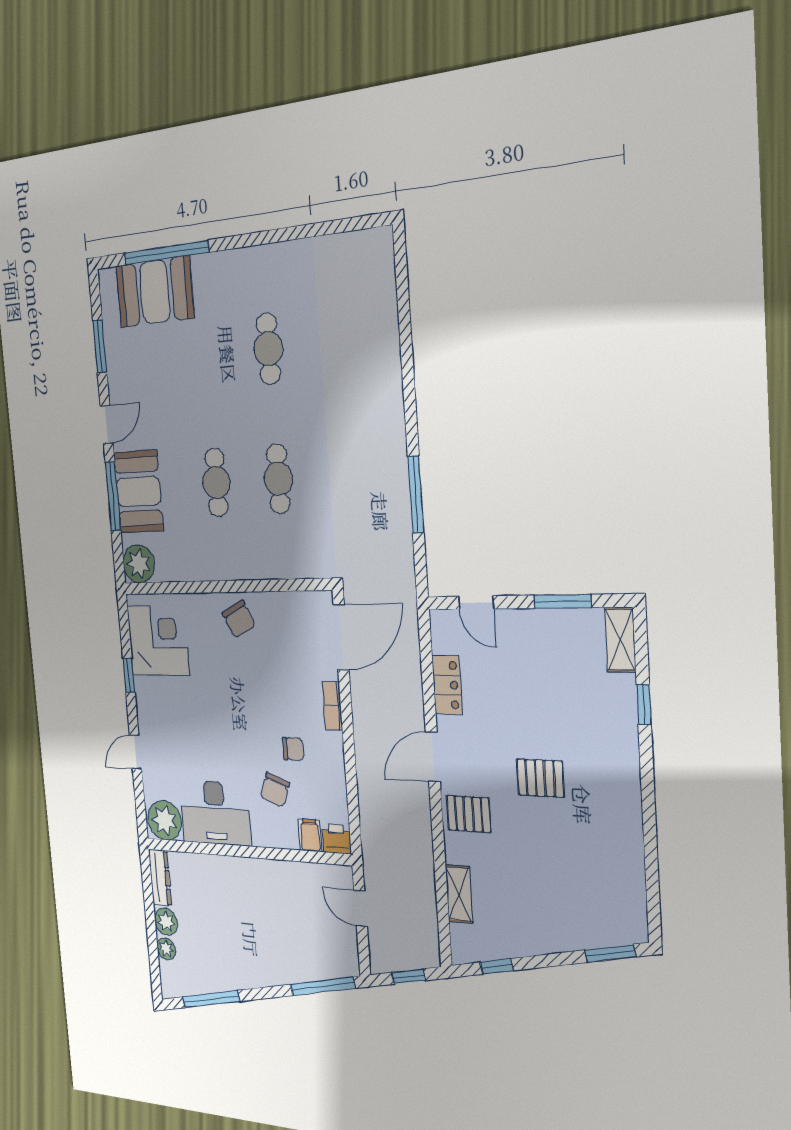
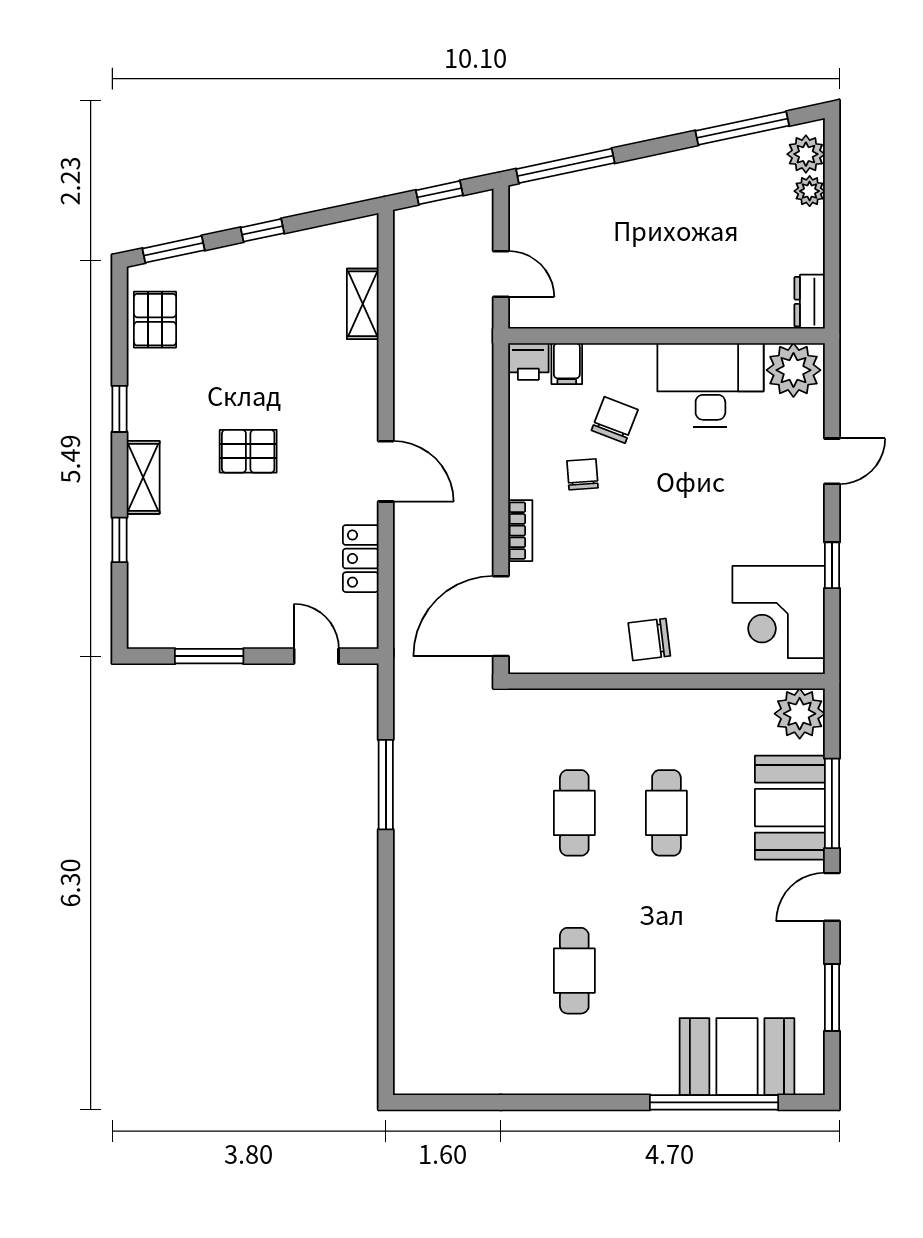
chair: (239, 619) -> (649, 639), turned -71
shelving: (620, 640) -> (143, 477), moved
chair: (293, 749) -> (582, 474), turned 86
door: (433, 757) -> (386, 471), hinge flipped
pallet: (469, 814) -> (155, 320), moved, turned 90
window: (649, 820) -> (119, 409), added
dresser: (160, 878) -> (810, 302), width x0.70
plant: (166, 922) -> (806, 154), moved
window: (497, 966) -> (262, 230), moved

